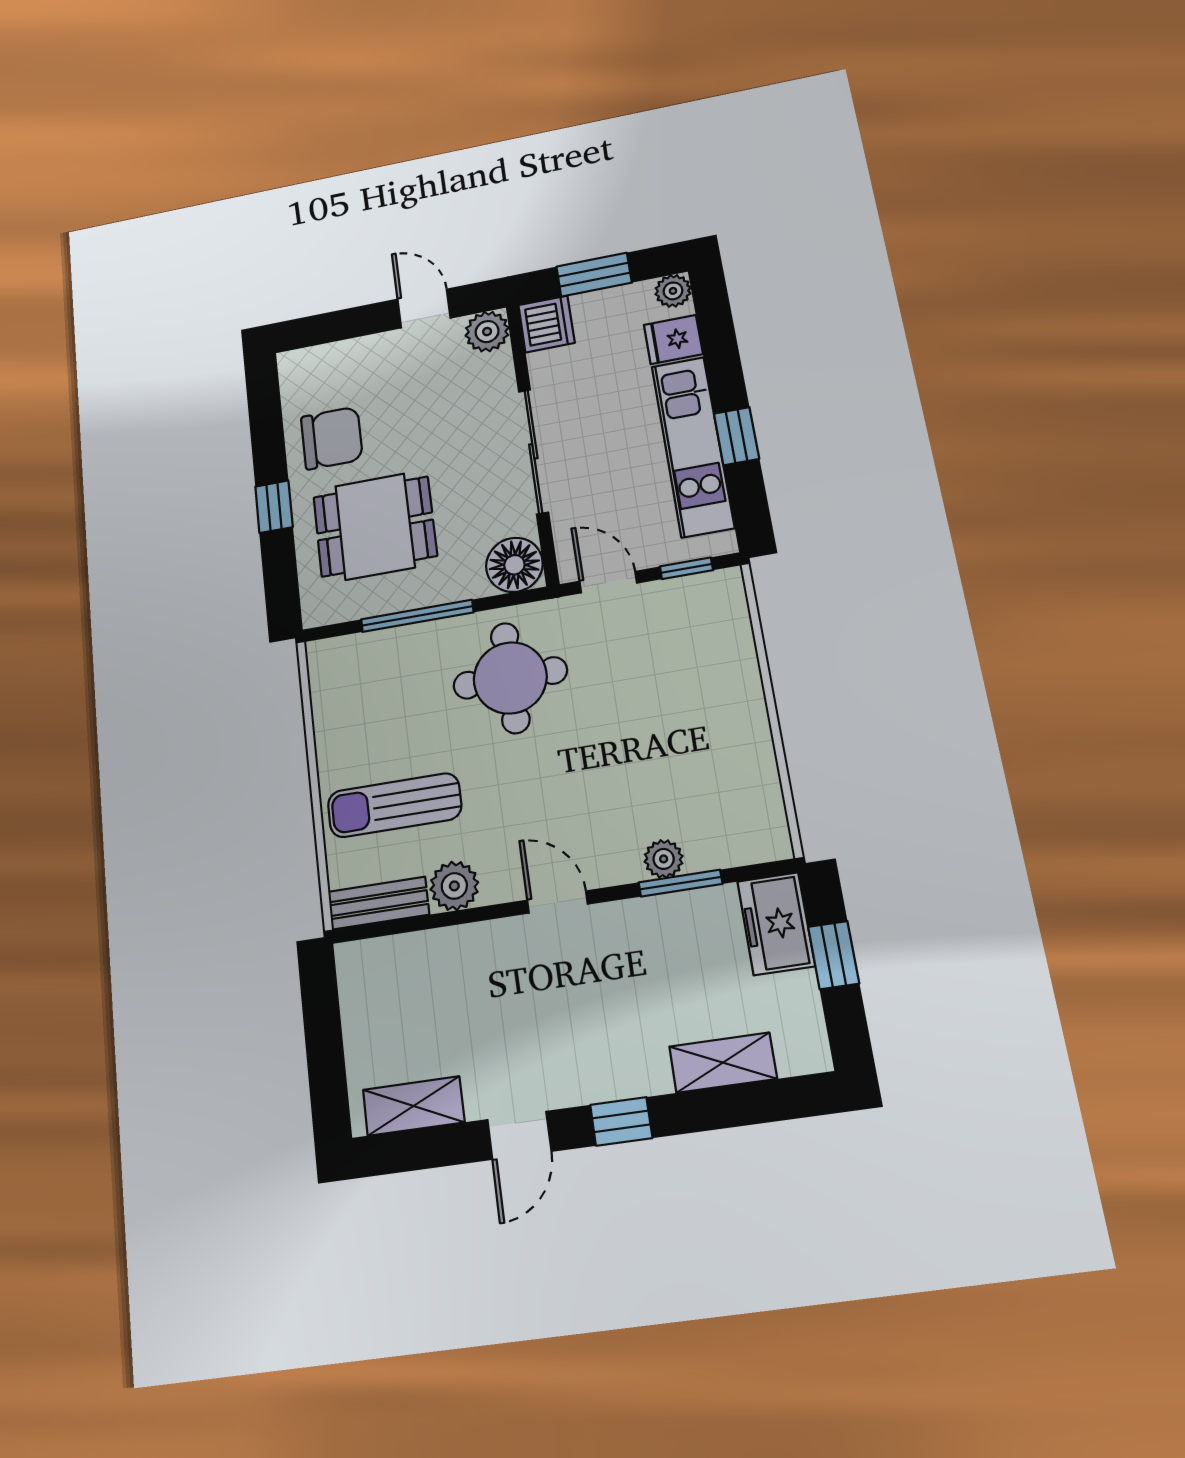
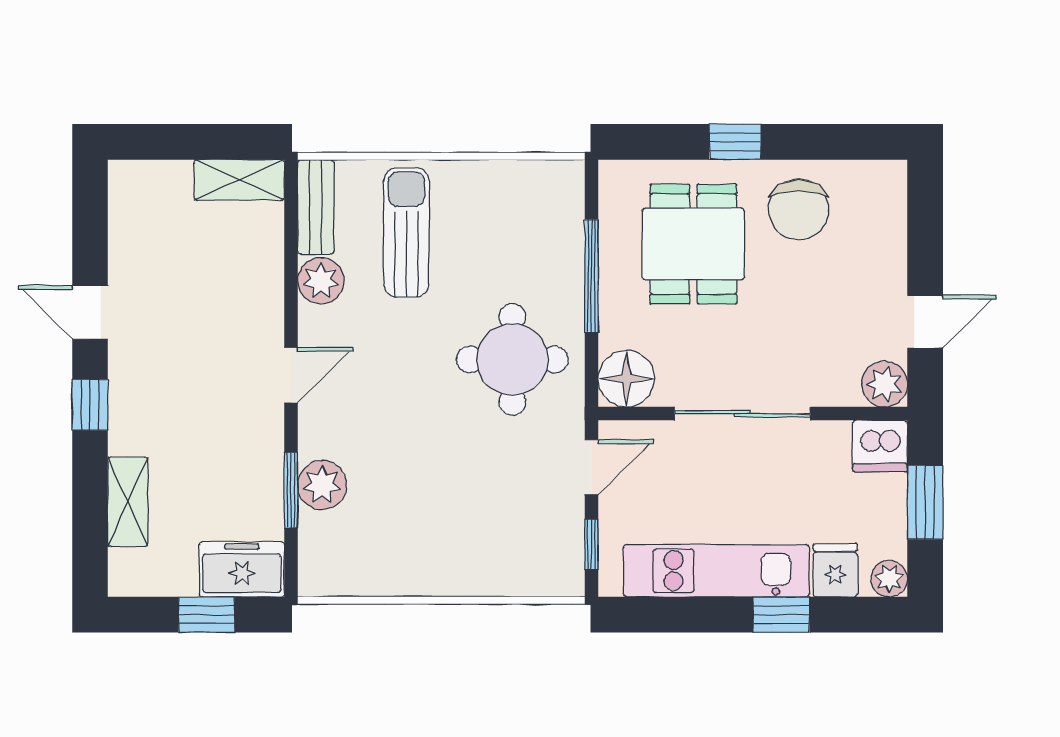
window: (736, 436) -> (781, 615), moved
plant: (664, 859) -> (322, 485), width x1.38, depth x1.38
shelving: (414, 1106) -> (239, 180), moved, turned 90

